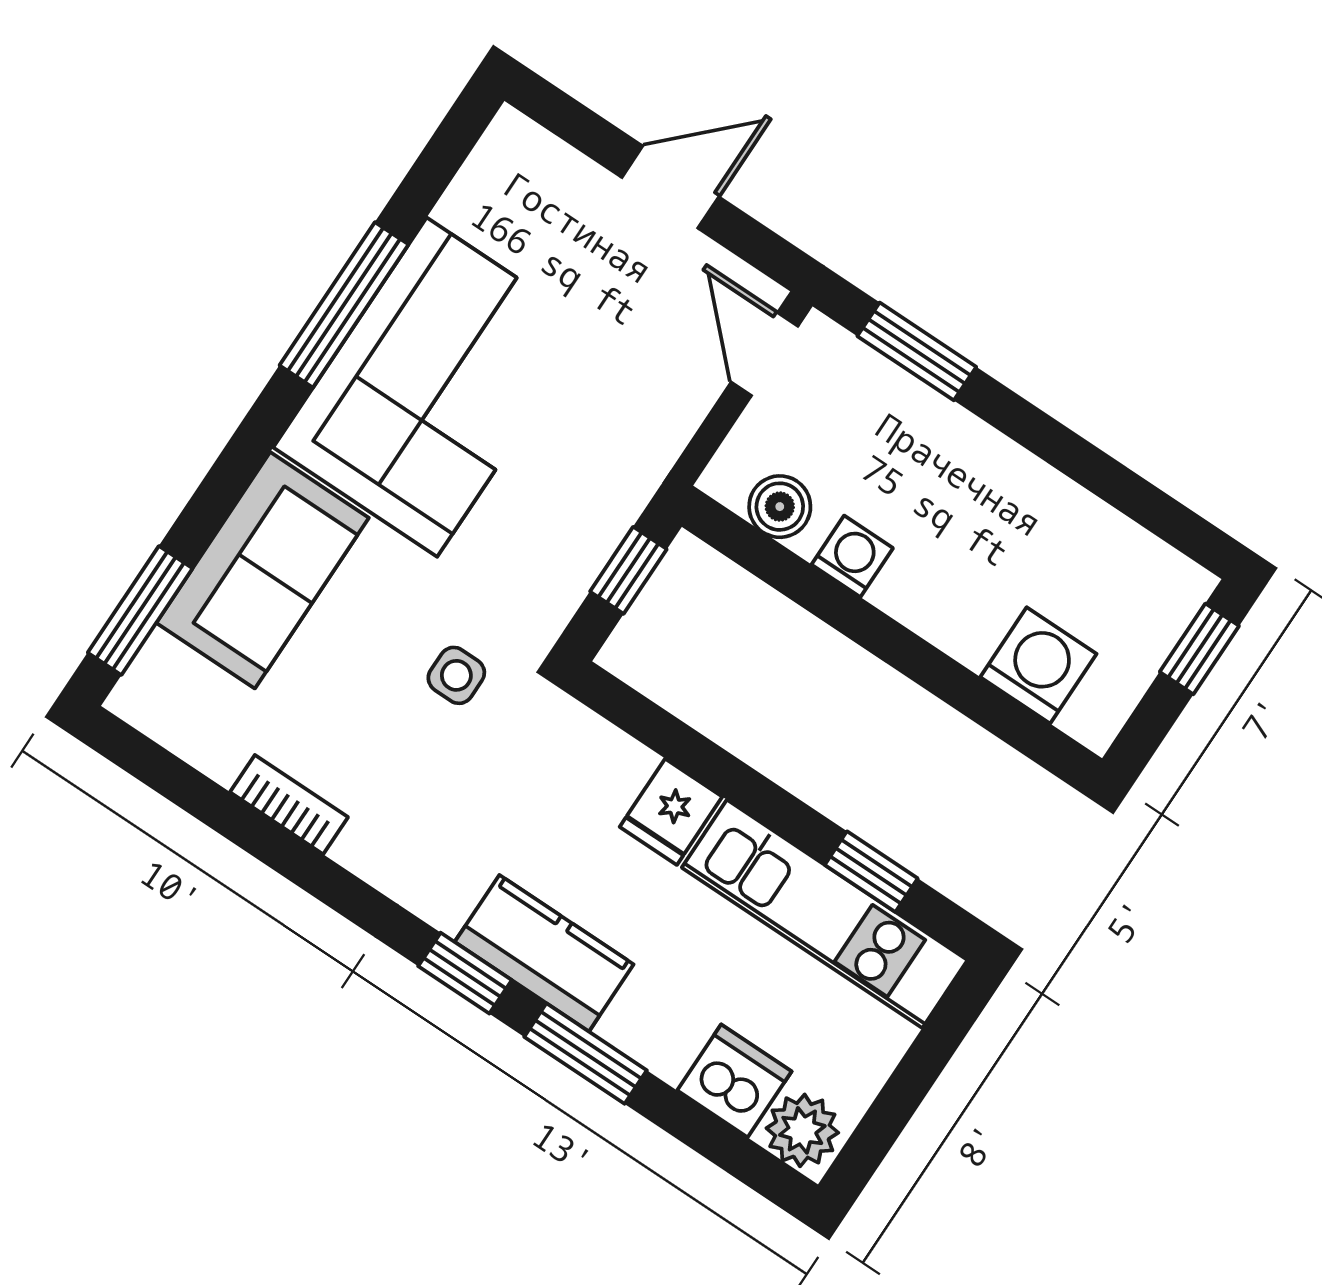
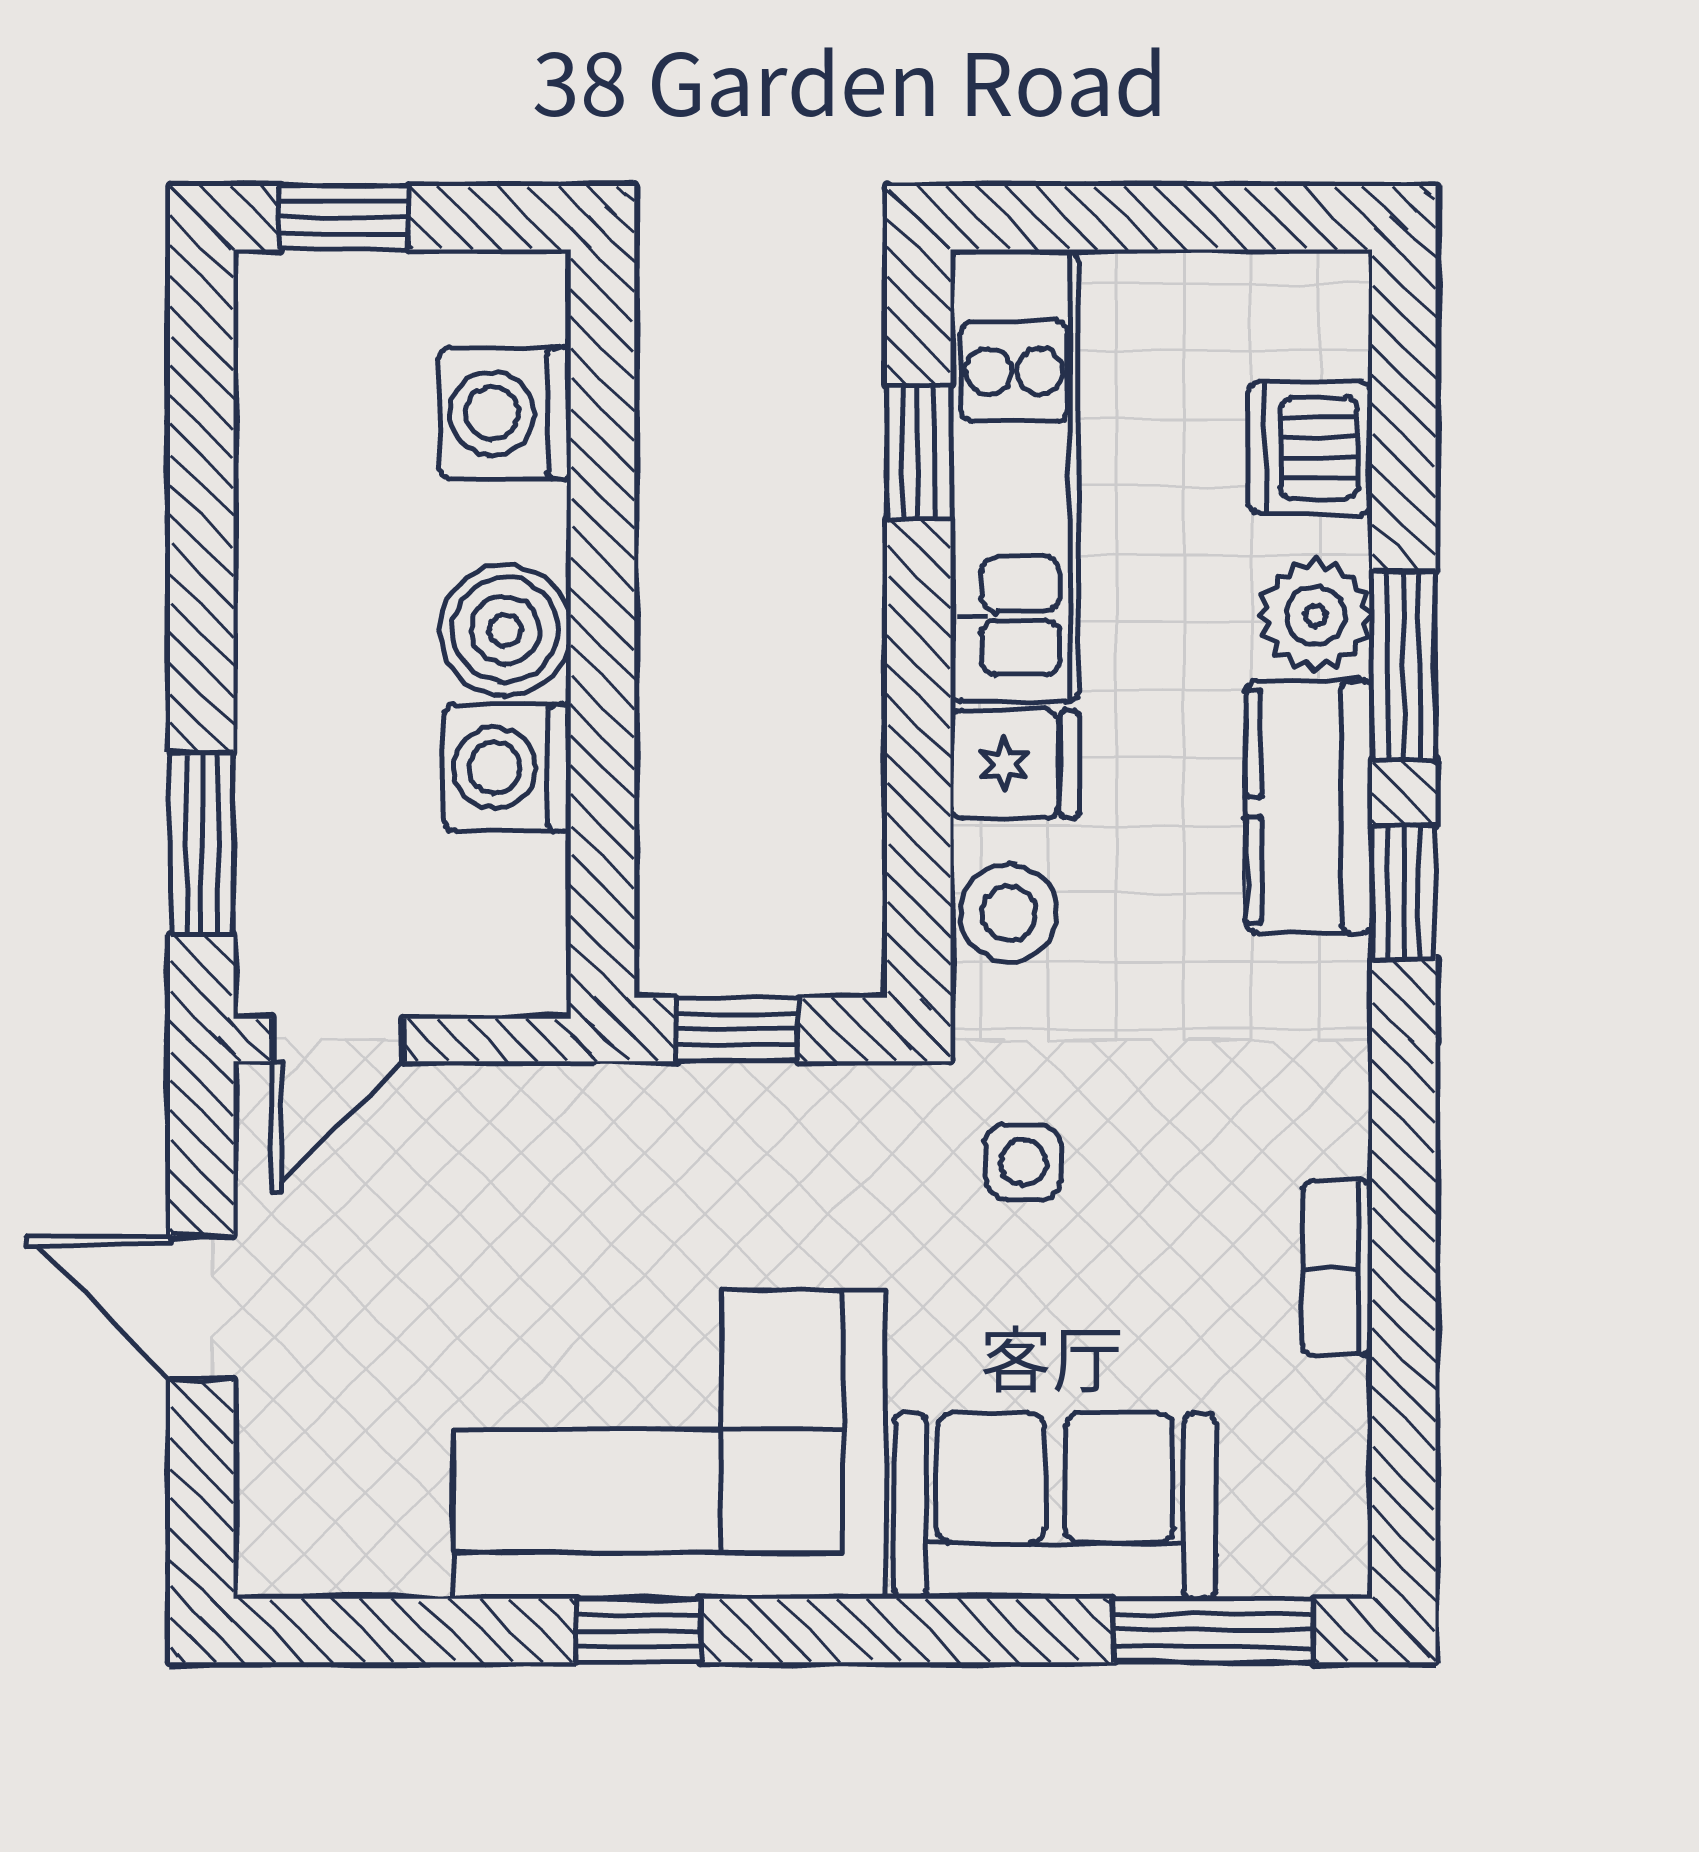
window: (344, 305) -> (639, 1630), width x0.46
boiler: (780, 507) -> (505, 630), moved, width x1.36, depth x1.36
washing machine: (852, 556) -> (507, 768), width x1.38, depth x1.38
stool: (594, 756) -> (1009, 913), added
plant: (802, 1130) -> (1315, 615), moved

